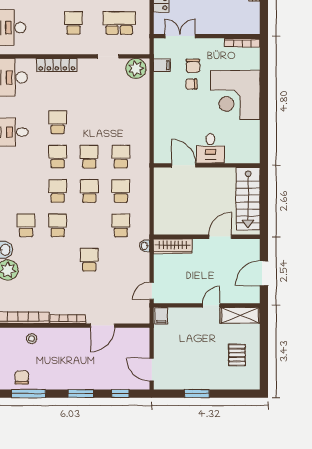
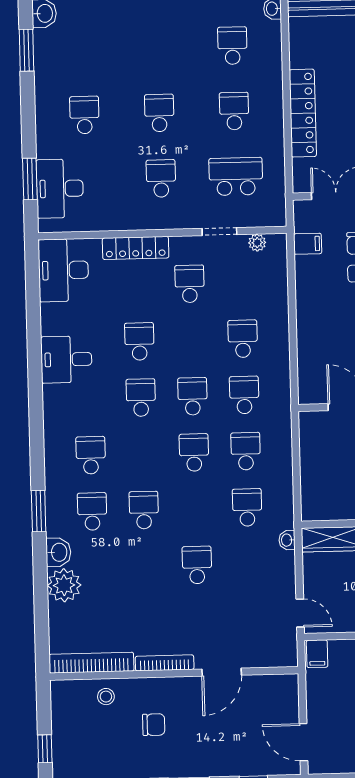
plant: (136, 68) -> (257, 243), width x0.53, depth x0.53
school desk: (89, 88) -> (190, 284), added
school desk: (121, 122) -> (243, 339), added
school desk: (58, 191) -> (91, 455), moved
door: (152, 291) -> (300, 613), swing flipped
chair: (22, 378) -> (154, 725), moved, turned 90

